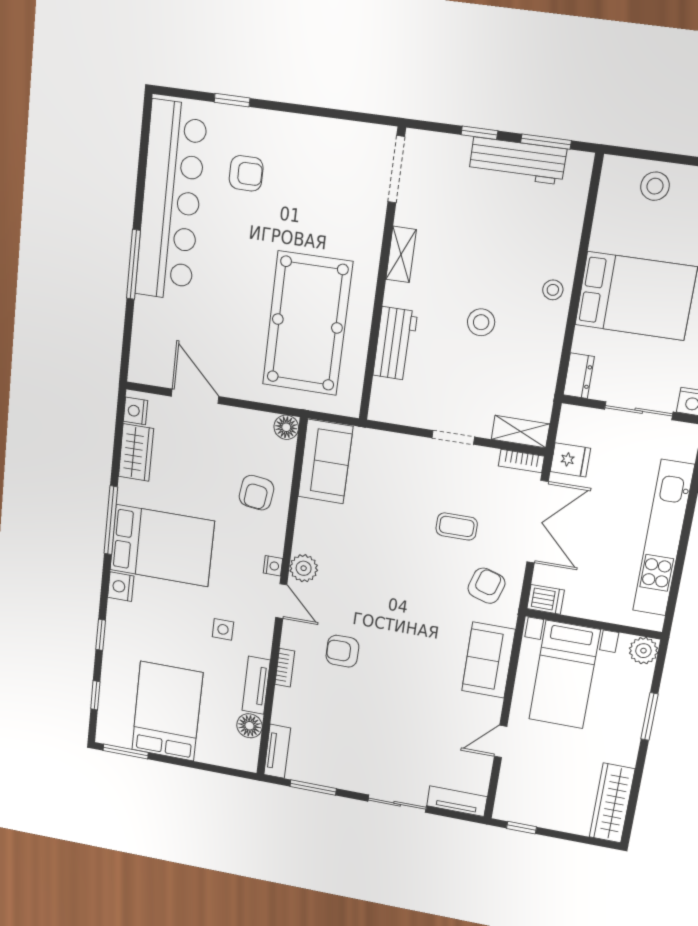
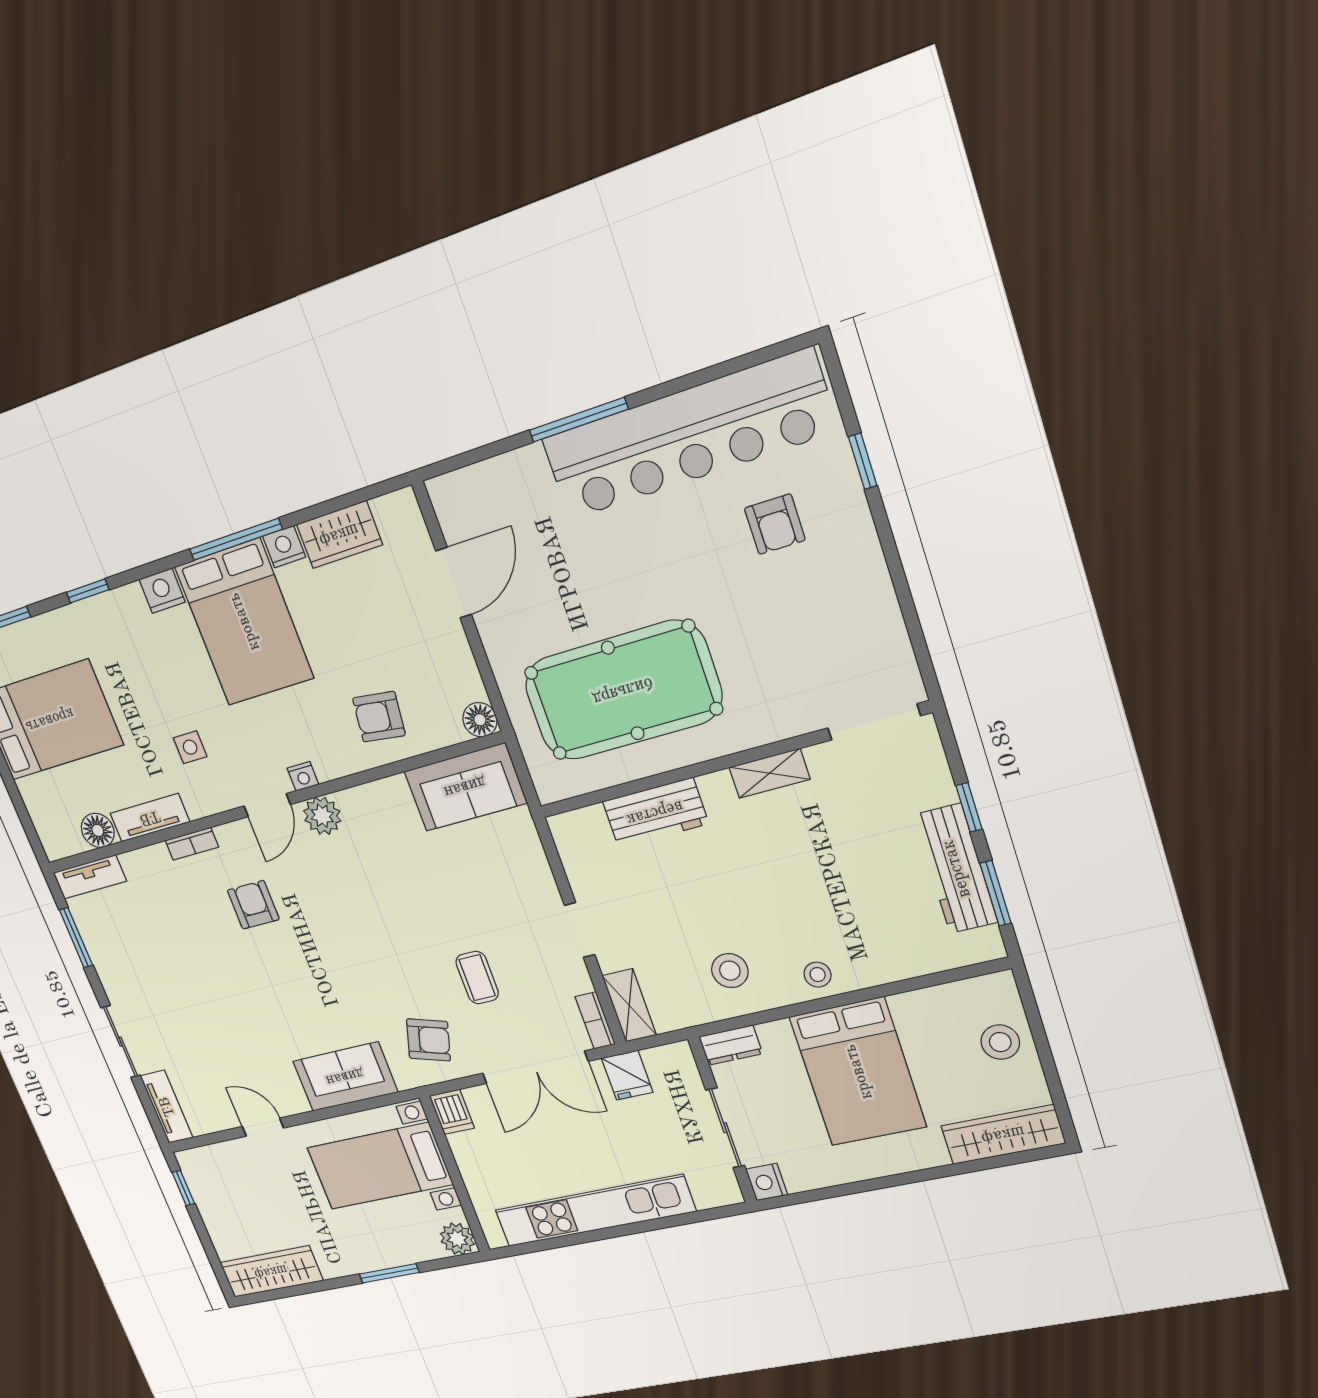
stool: (481, 322) -> (730, 971), moved
nightstand: (136, 411) -> (284, 547), moved

